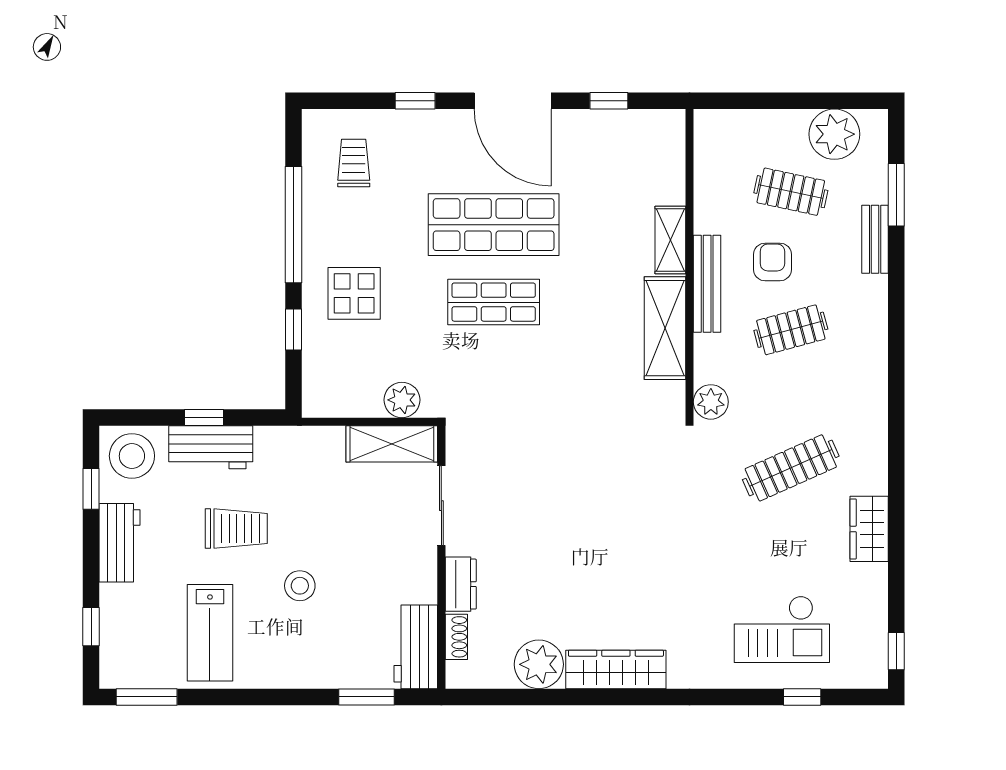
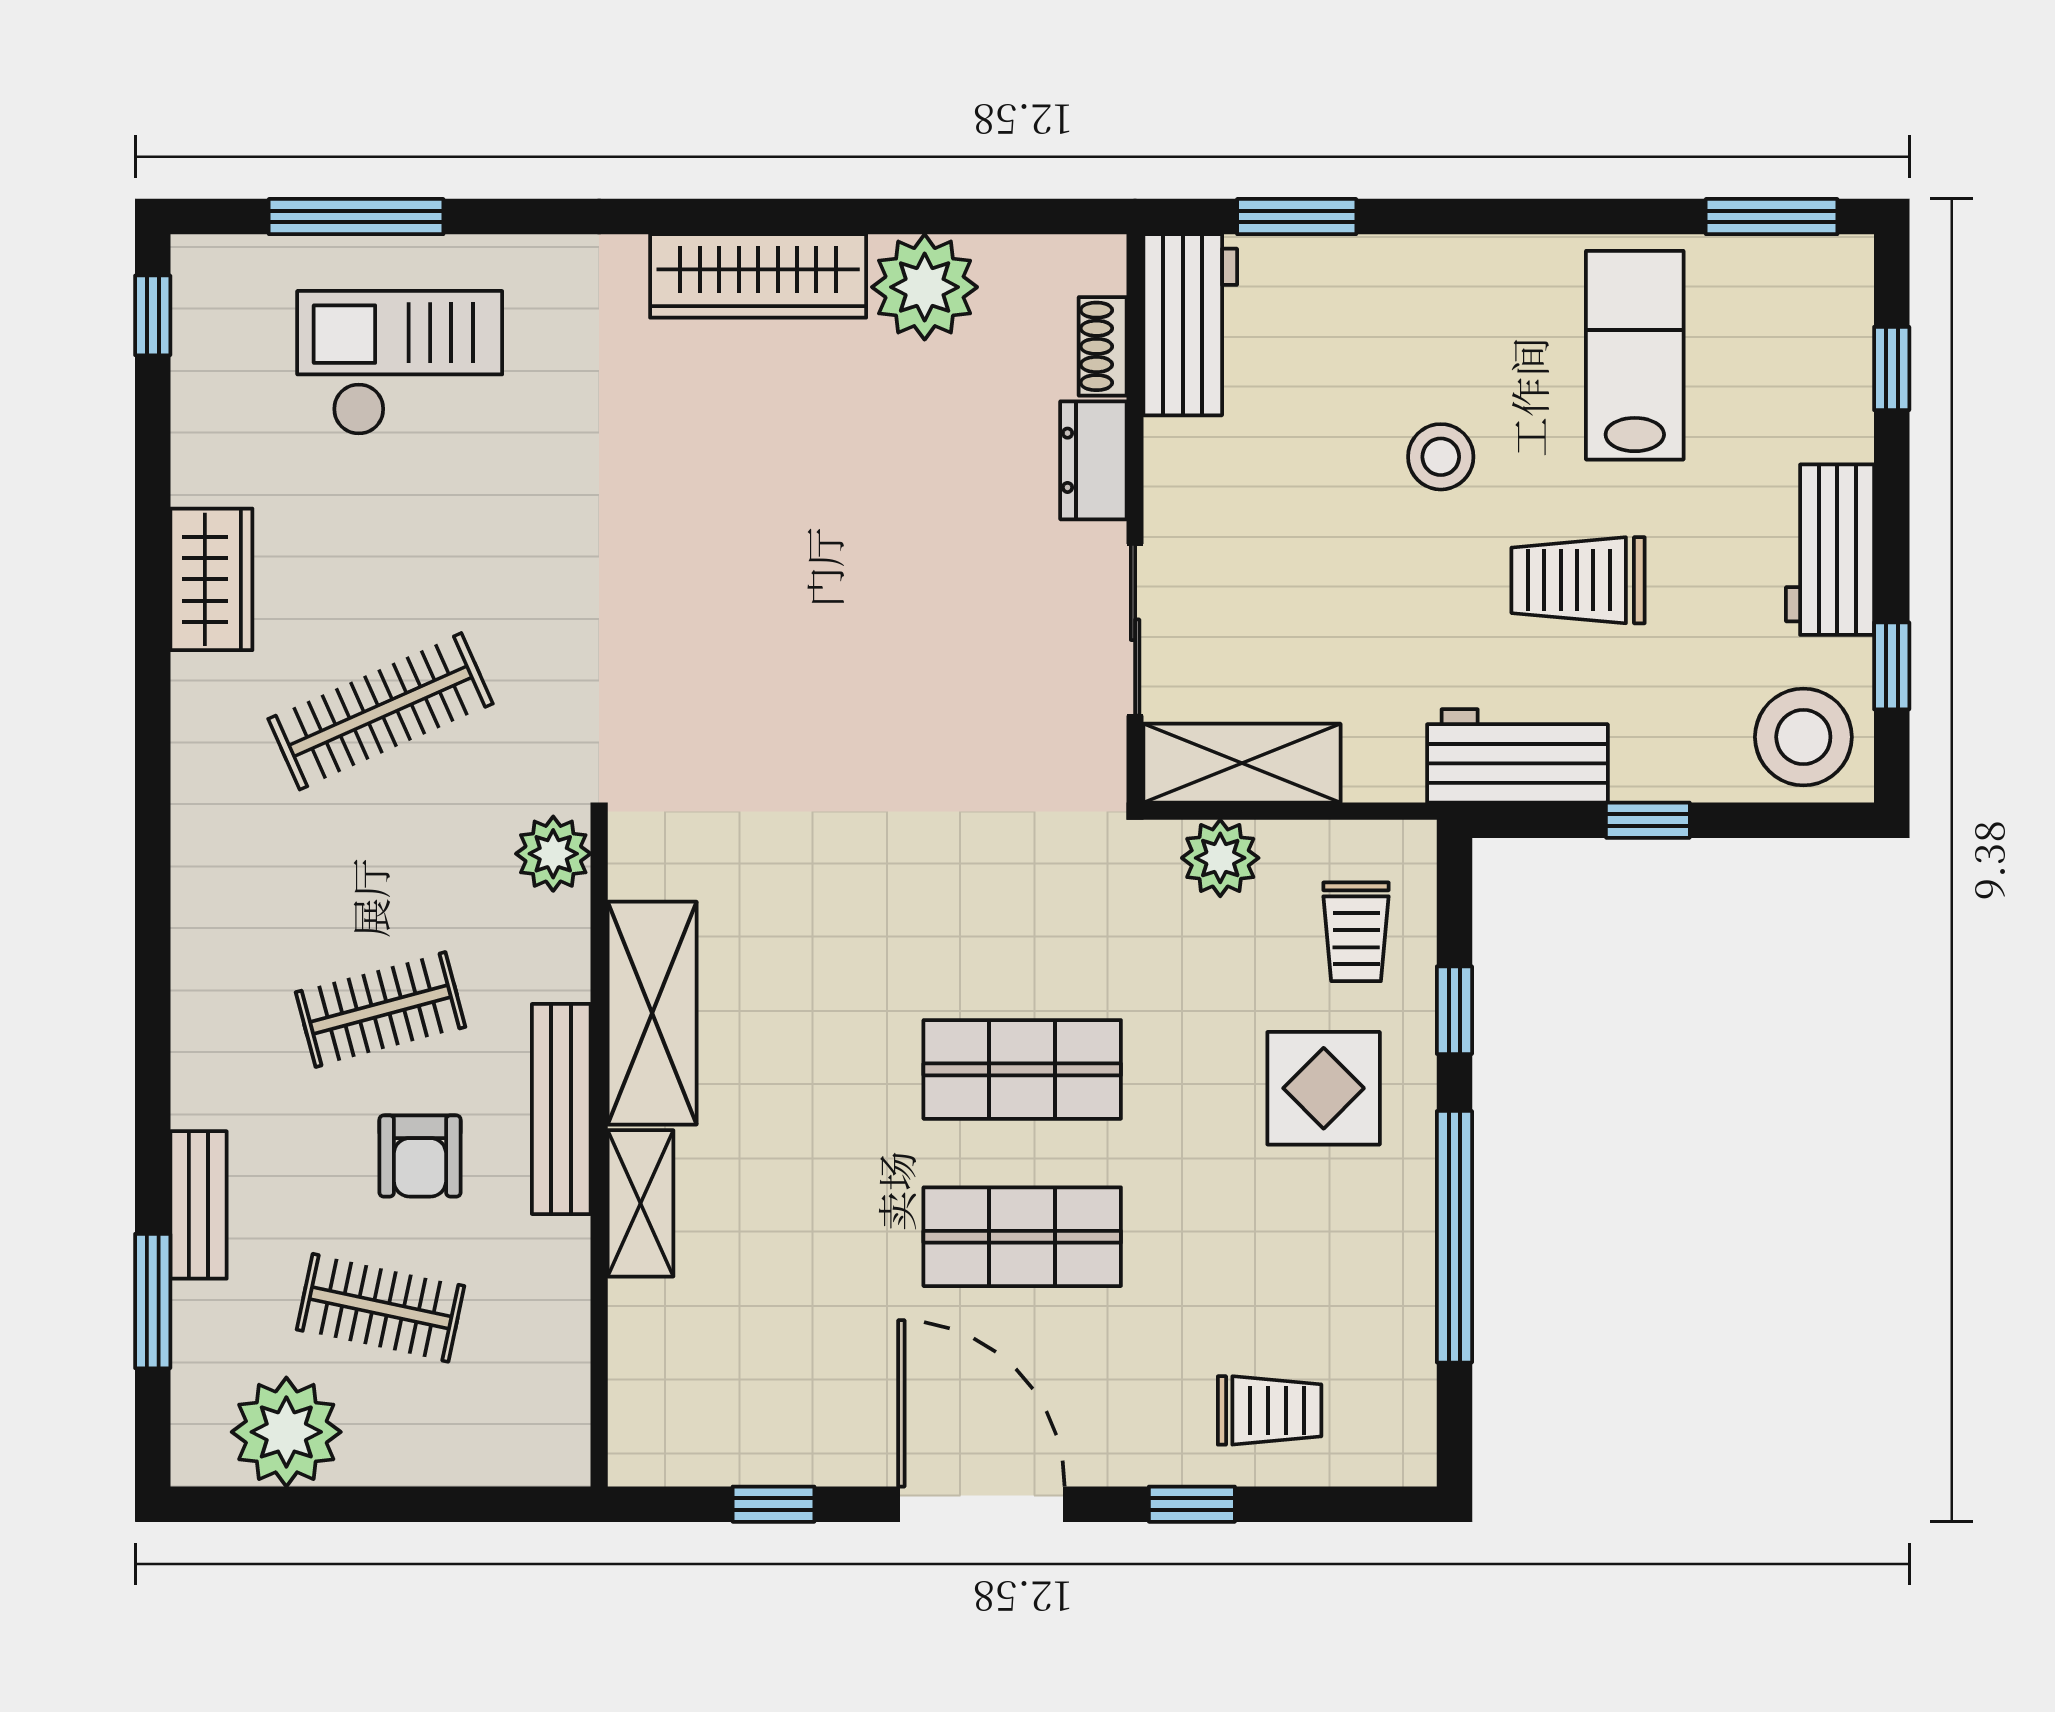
trolley: (354, 163) -> (1270, 1410), moved, turned -90
shop shelf: (494, 225) -> (1022, 1237), width x0.70, depth x0.74
trolley: (339, 366) -> (1356, 932), added
workbench: (211, 447) -> (1517, 756), moved
window: (802, 697) -> (356, 217), width x2.17

